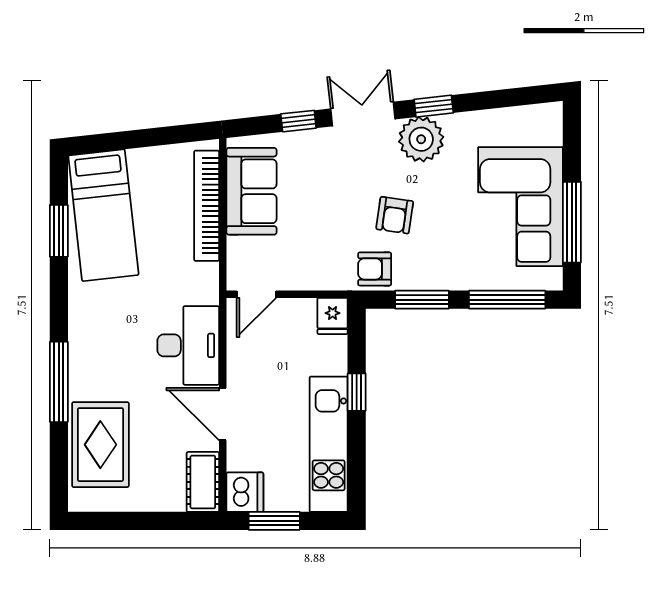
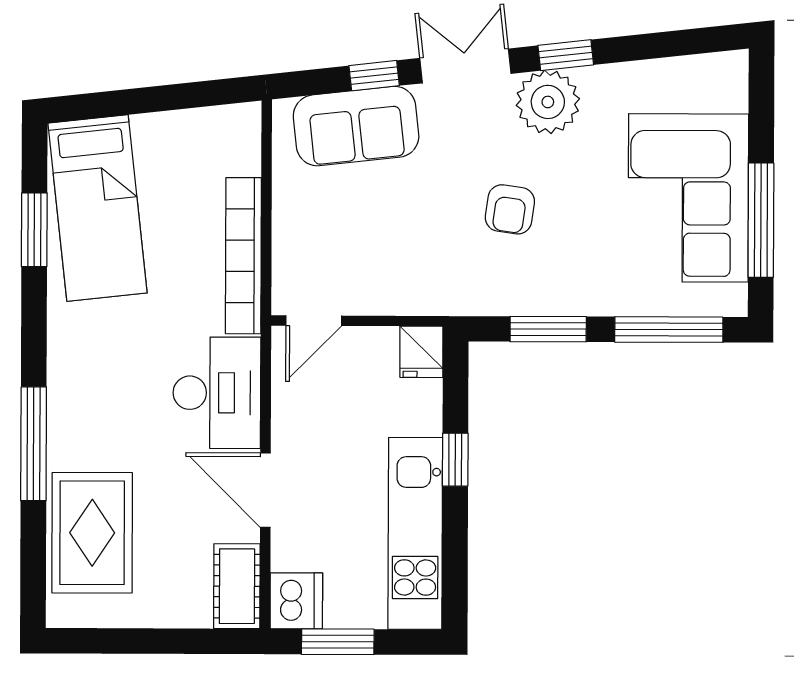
sofa: (251, 191) -> (356, 126), moved, turned 84
bookcase: (207, 206) -> (243, 256), moved
armchair: (375, 269) -> (481, 285), removed

